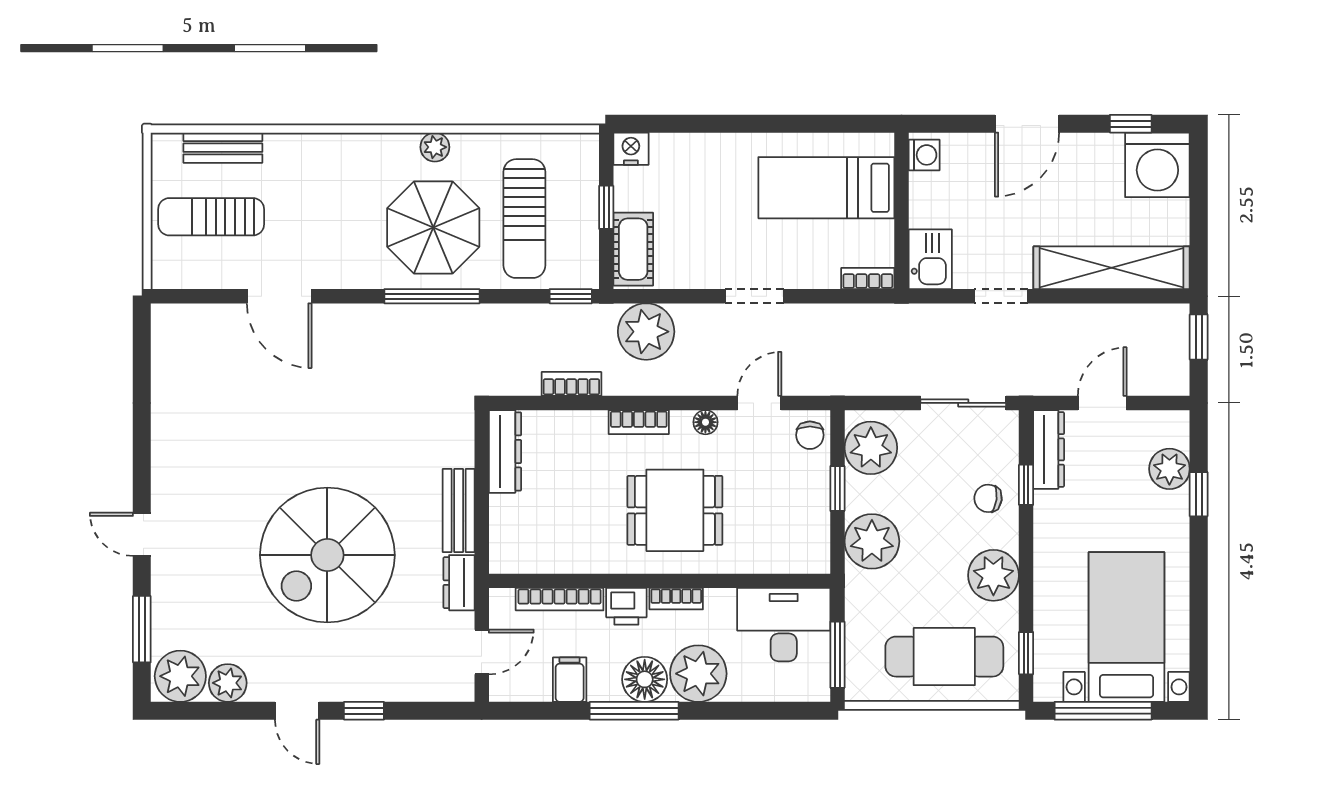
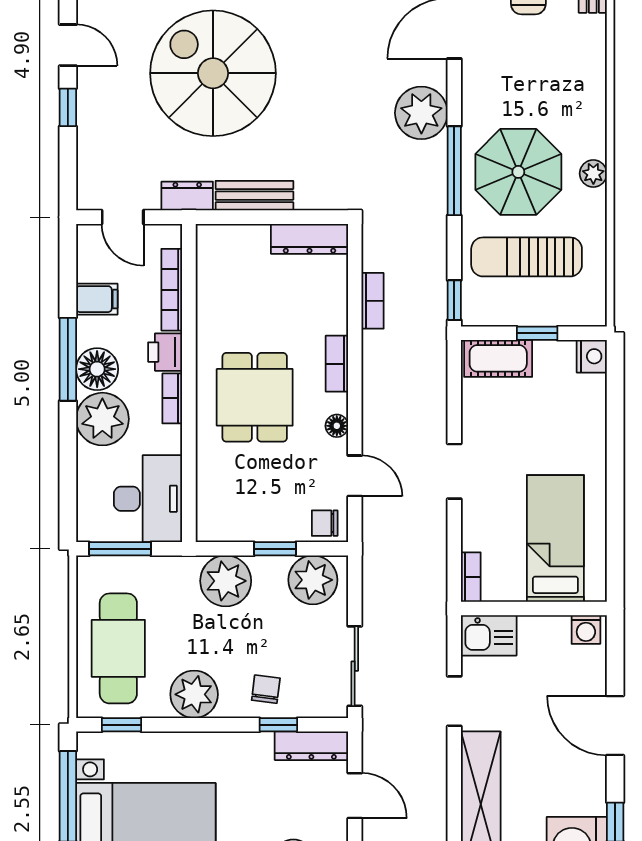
plant: (646, 332) -> (421, 113), moved
door: (297, 711) -> (68, 45), swing flipped

